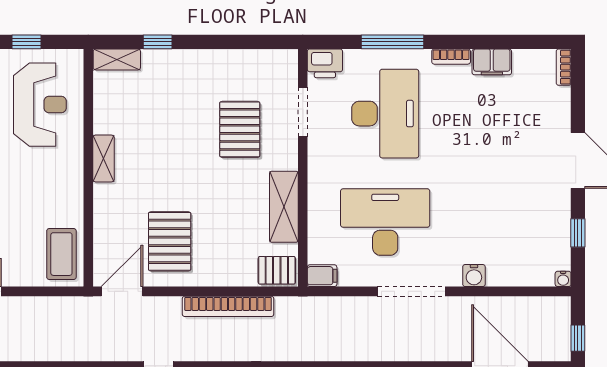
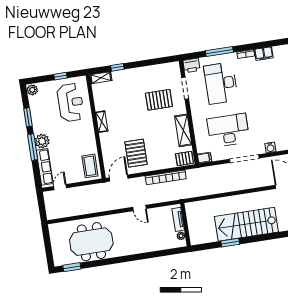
desk: (385, 114) -> (221, 83), turned 180
pallet: (240, 129) -> (159, 100), turned 90

